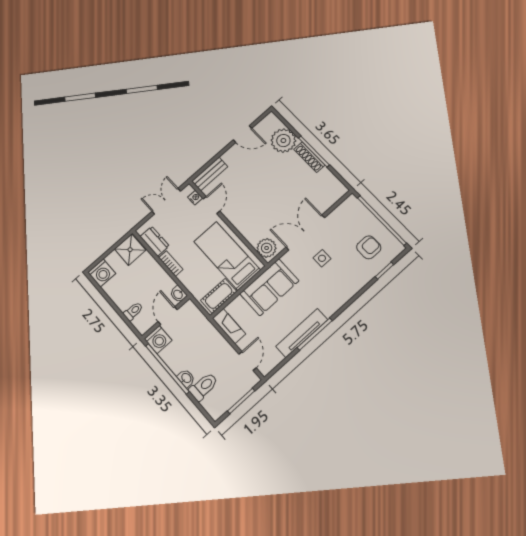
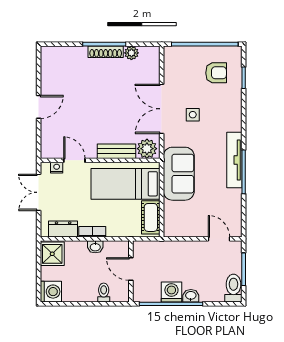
door: (243, 134) -> (39, 107), moved
plant: (283, 141) -> (131, 53), moved, width x0.53, depth x0.53
bench: (210, 174) -> (117, 151), moved, turned 90
armchair: (369, 247) -> (216, 73), turned 90
washbasin: (178, 294) -> (95, 247), moved
fireplace: (229, 326) -> (181, 230), removed
tv unit: (302, 333) -> (234, 160), moved
washing machine: (158, 340) -> (171, 292), moved, turned -90
toilet: (203, 387) -> (233, 288), moved

